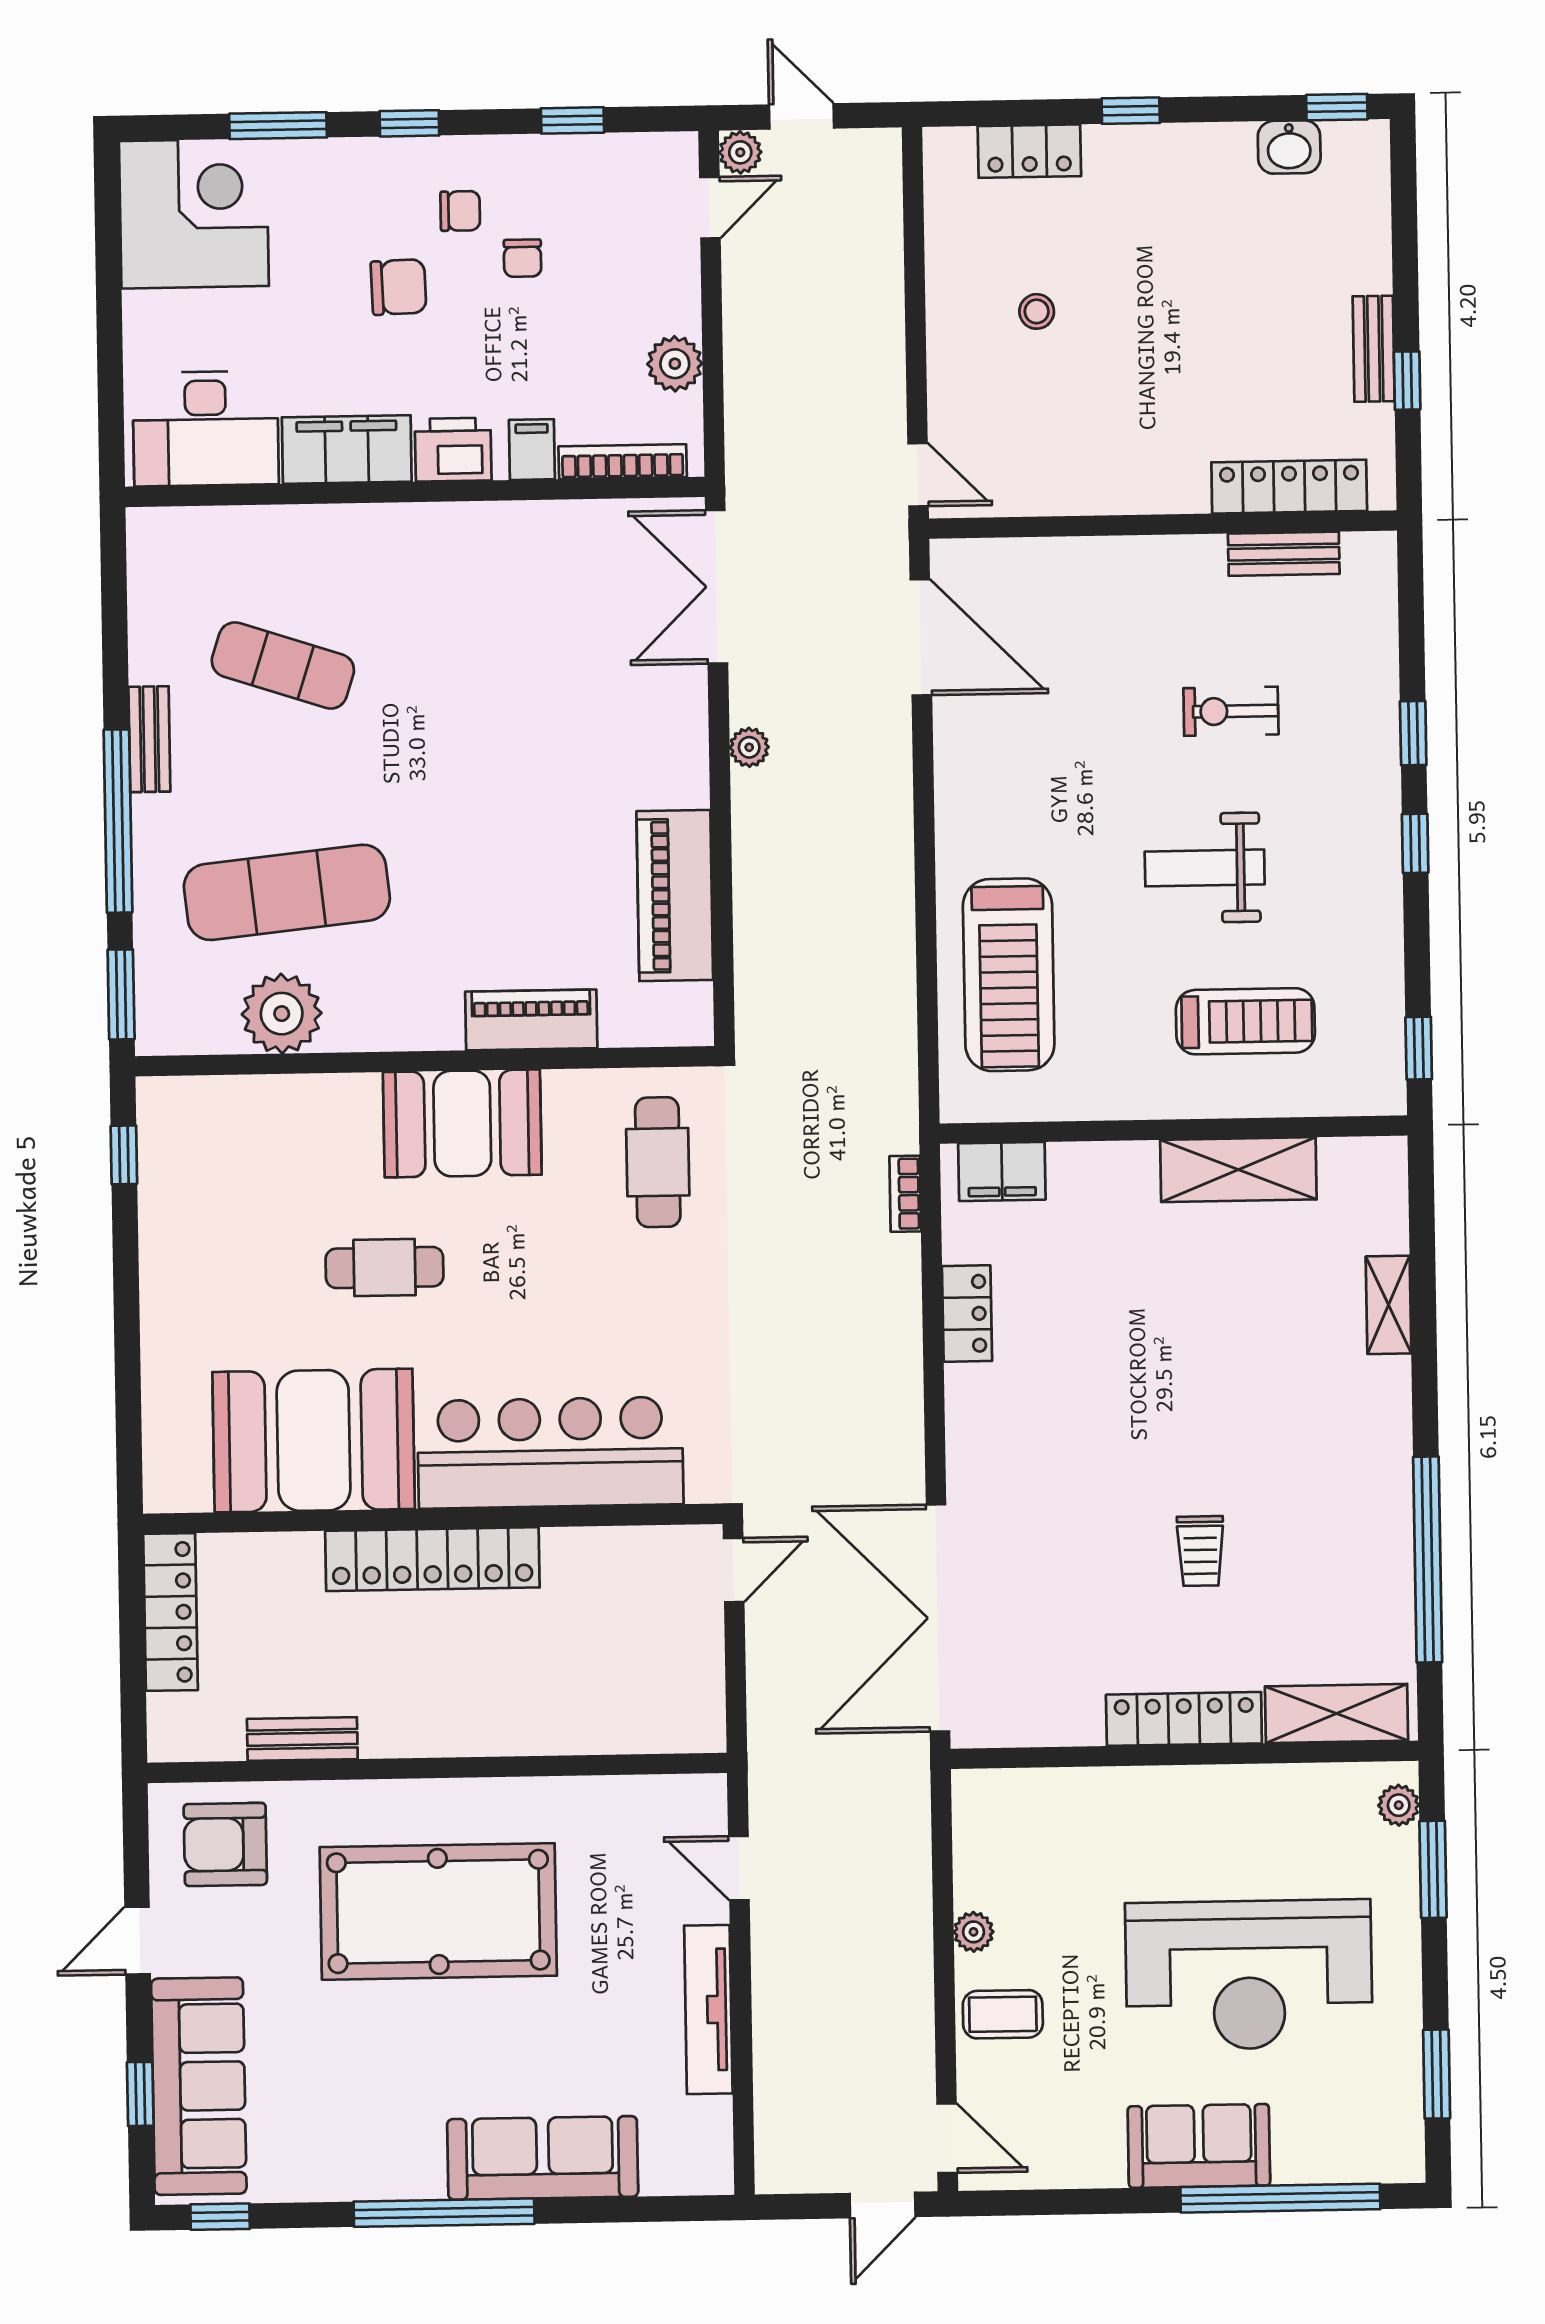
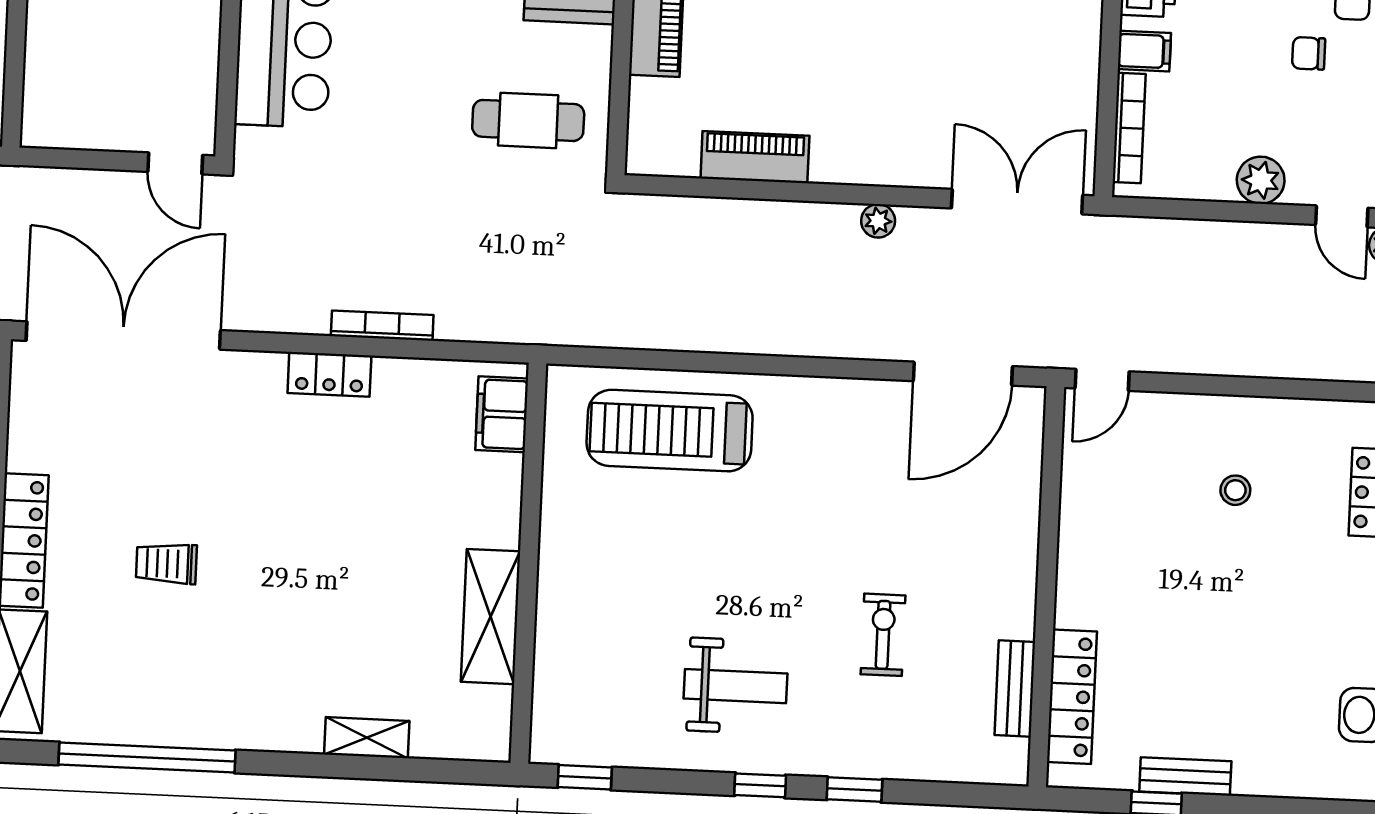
plant: (675, 364) -> (1261, 180), moved
weight bench: (1205, 868) -> (736, 686), moved, turned 90
piano: (675, 896) -> (755, 157), width x0.73, depth x0.75
treadmill: (1245, 1021) -> (617, 631), removed
bookcase: (905, 1194) -> (382, 326), moved, width x1.56
locker: (967, 1314) -> (329, 374), moved

